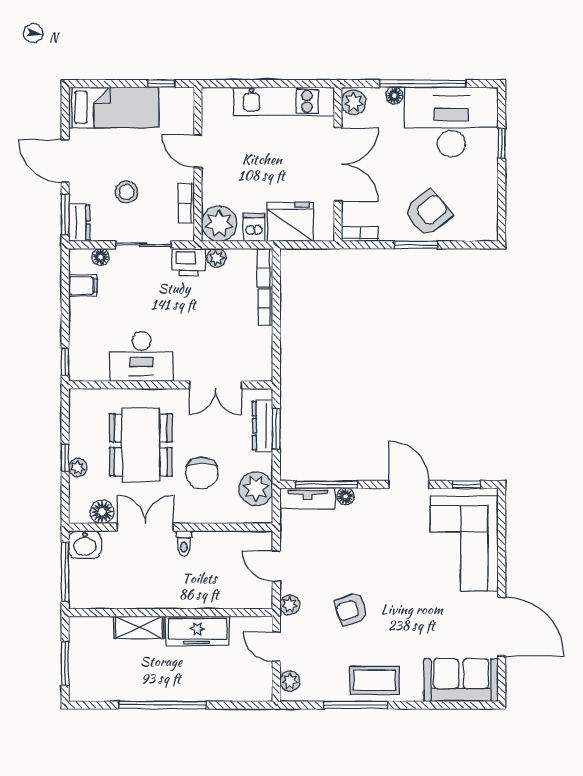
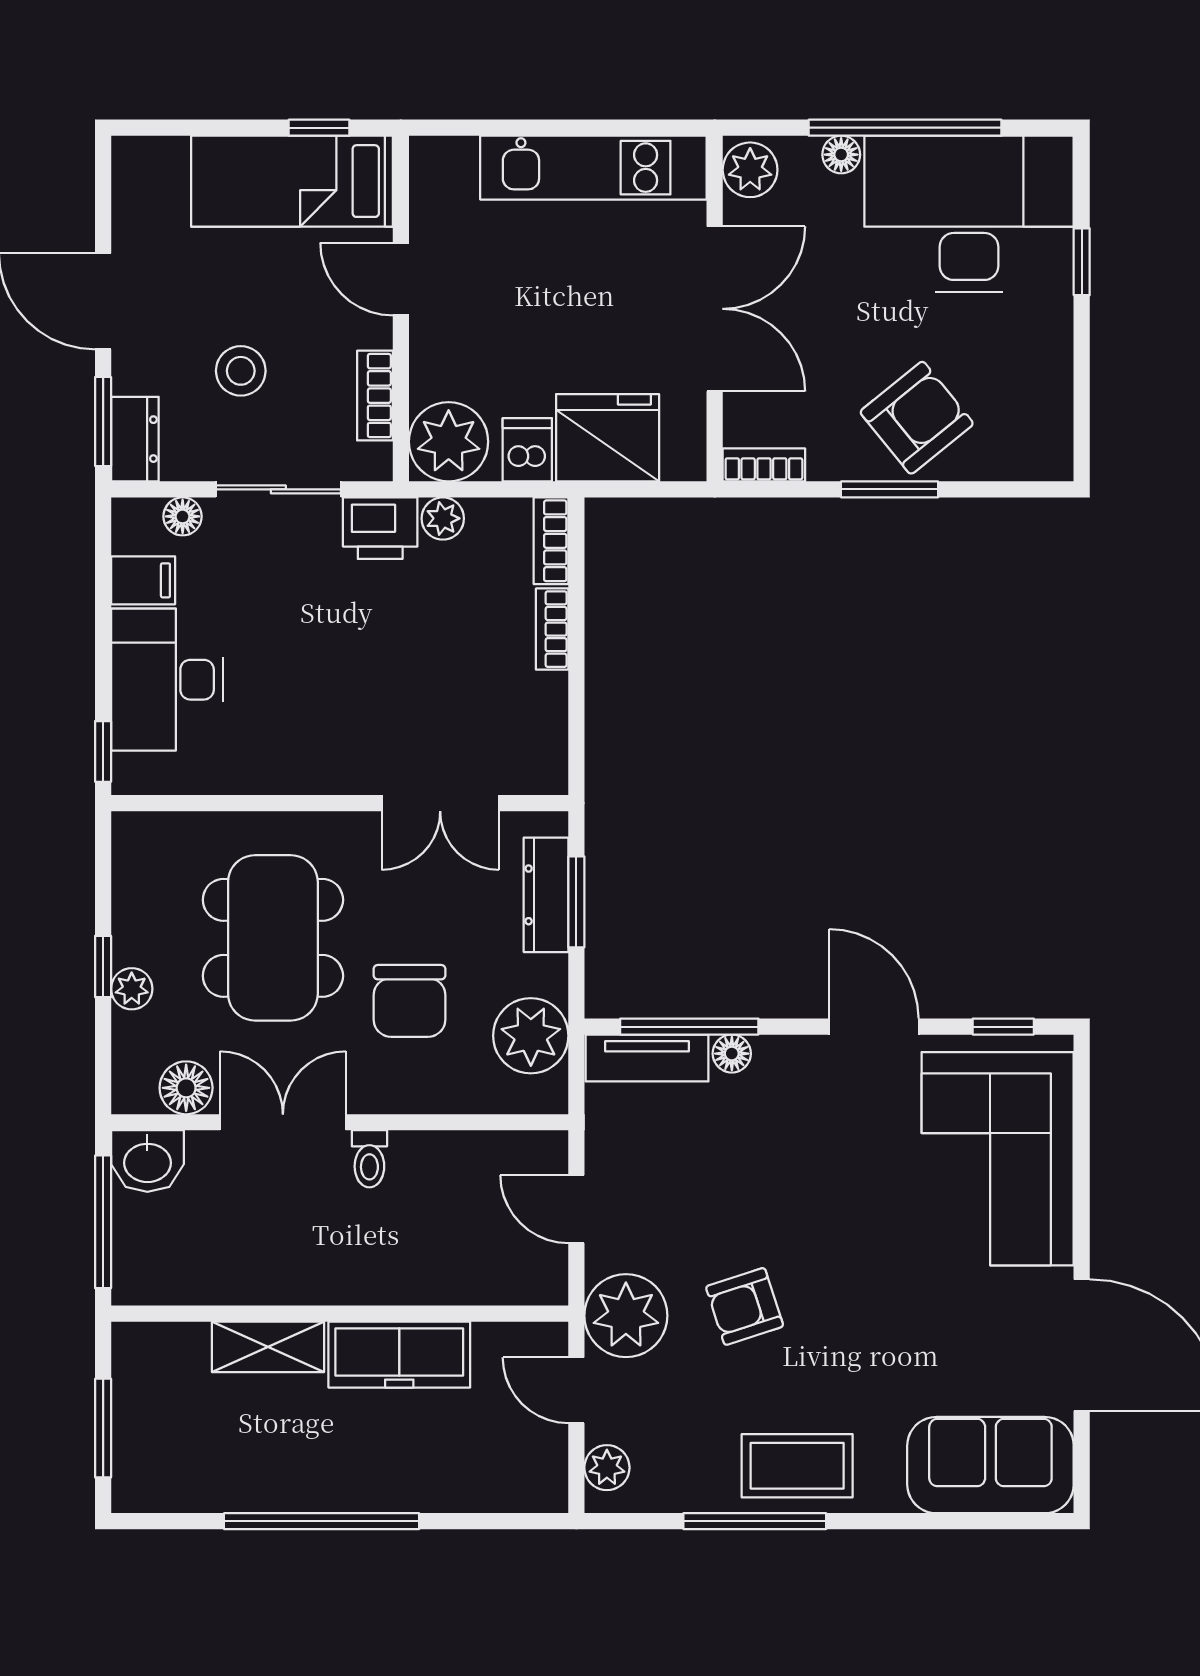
bed: (114, 107) -> (292, 181), moved, turned 180
desk: (141, 356) -> (167, 680), moved, turned 90
plant: (290, 605) -> (626, 1316), width x1.87, depth x1.87

